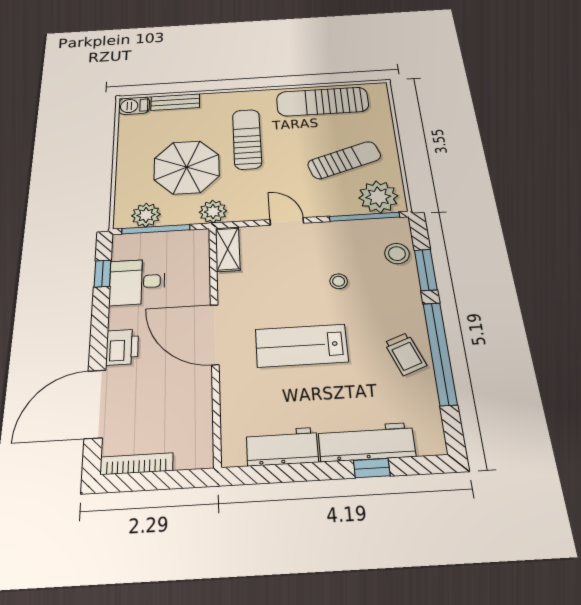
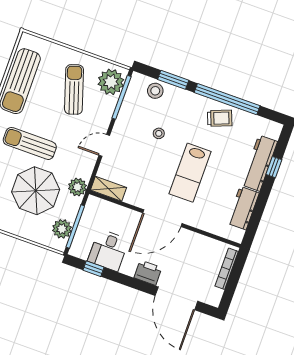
bookcase: (137, 464) -> (227, 269), moved

